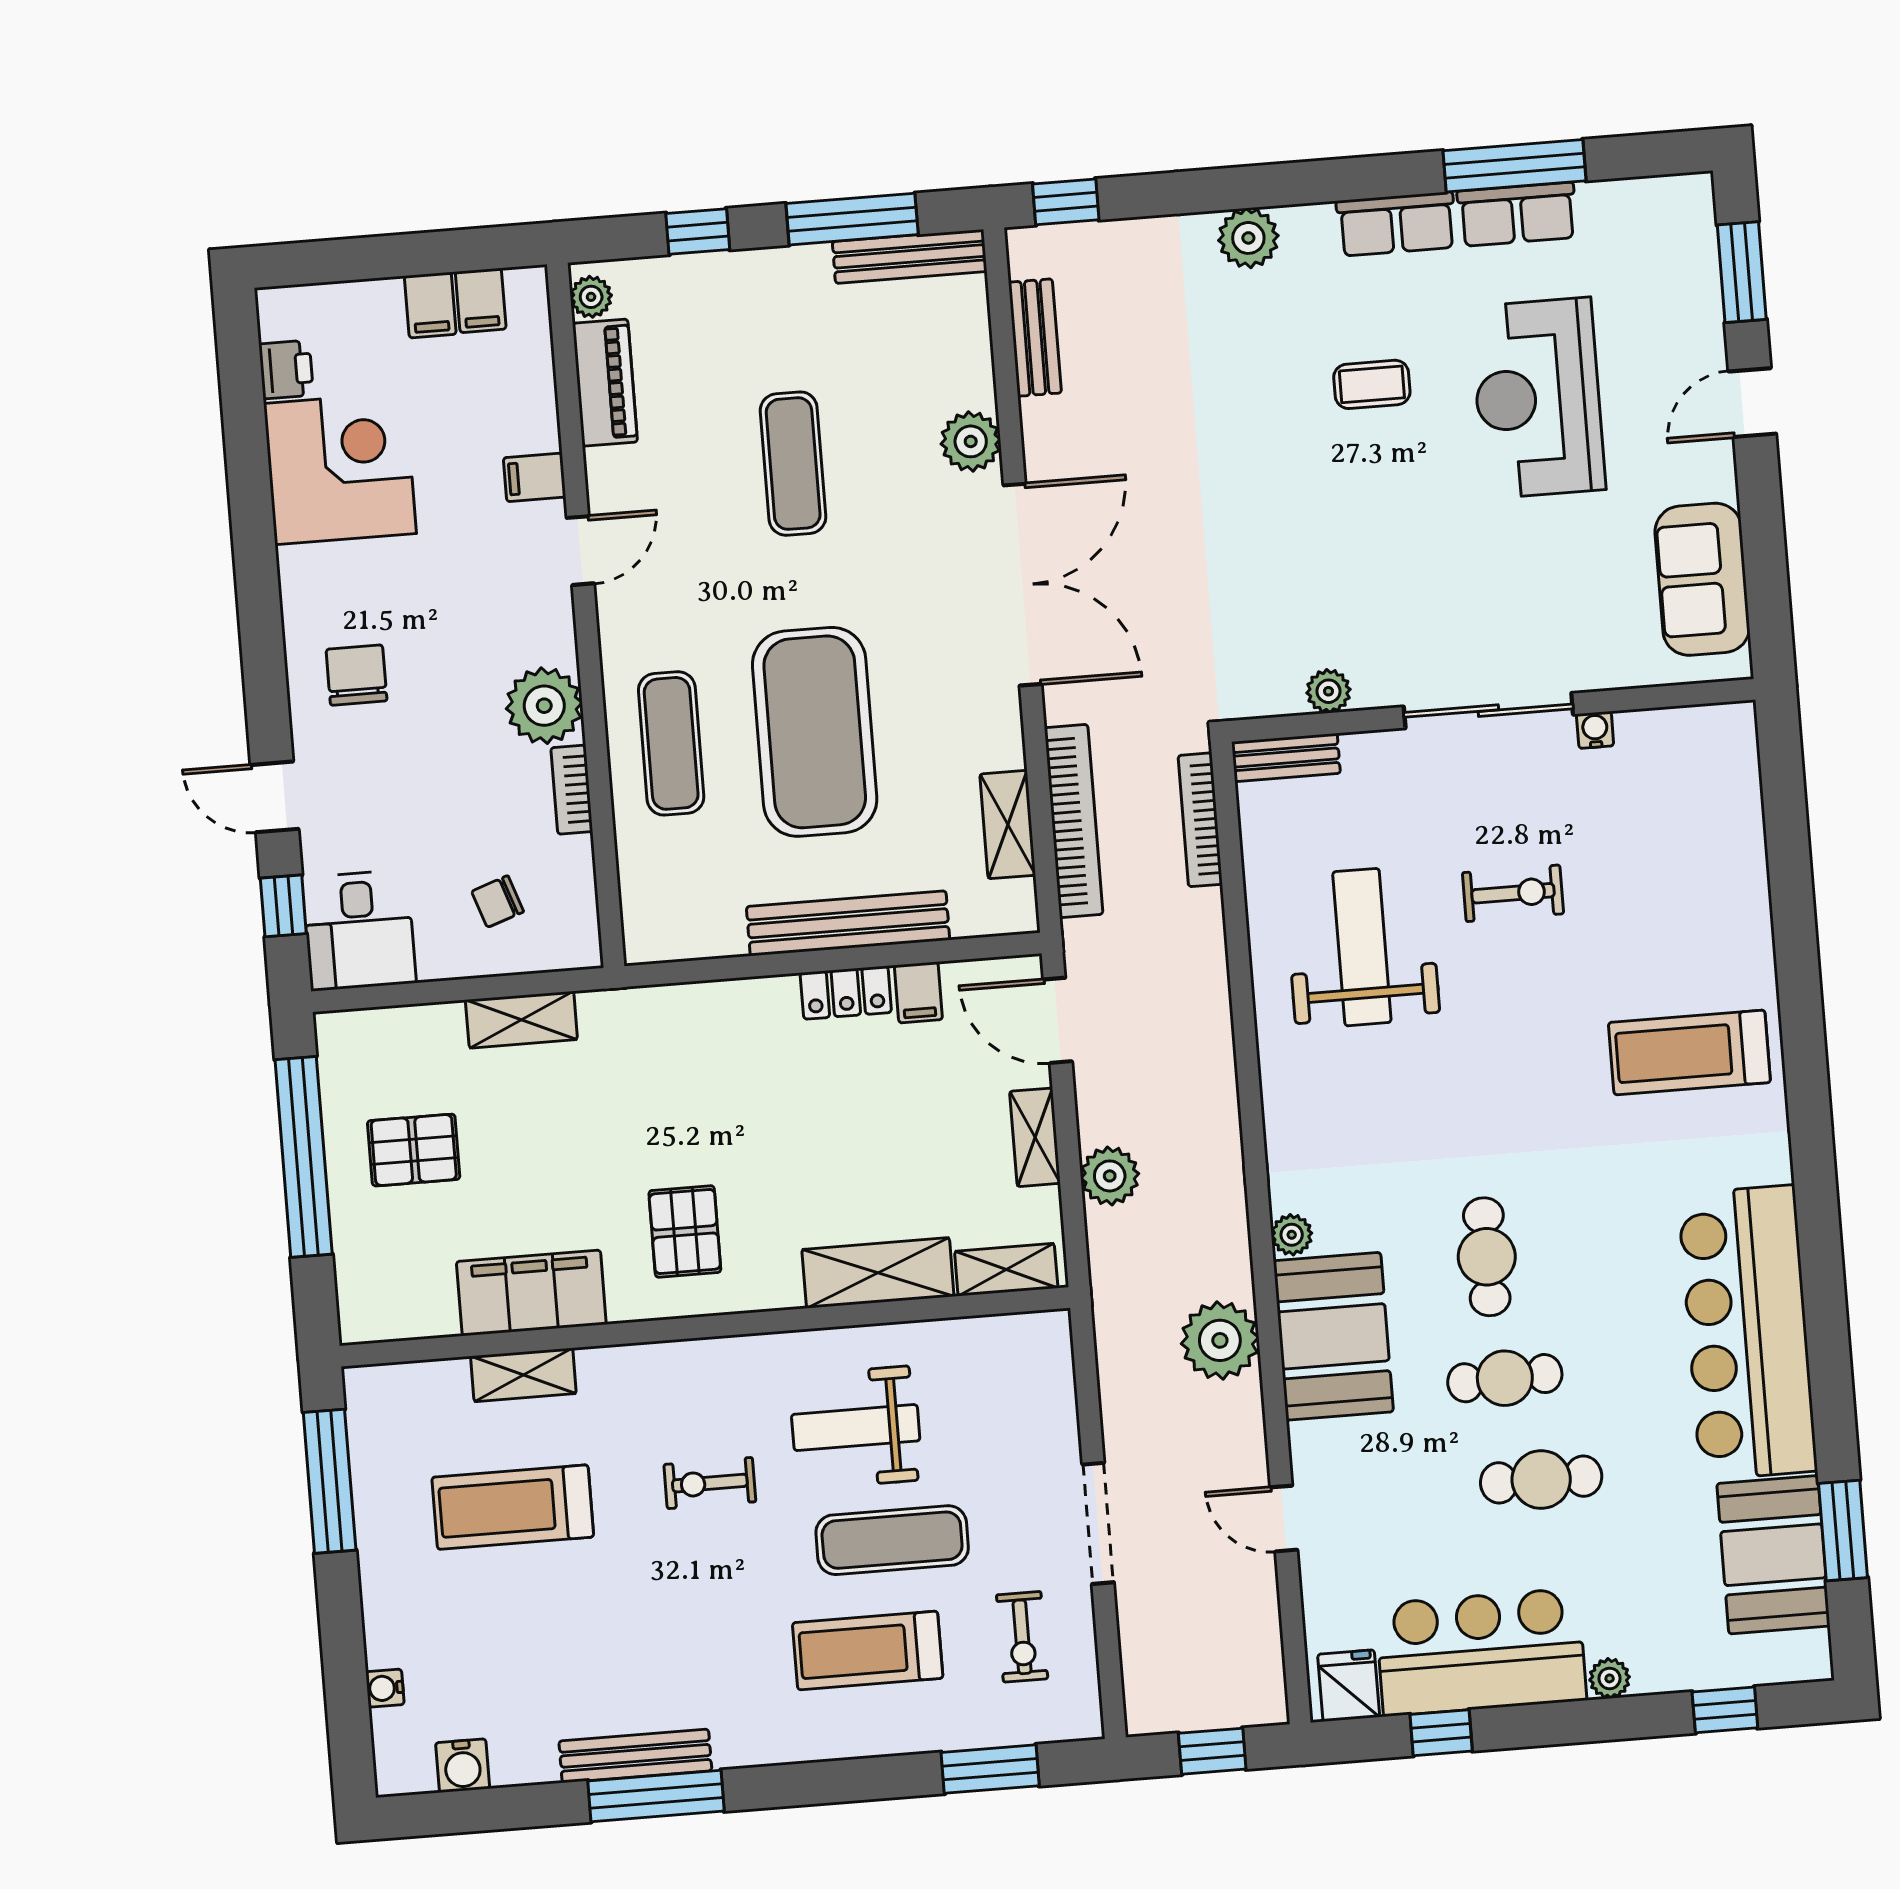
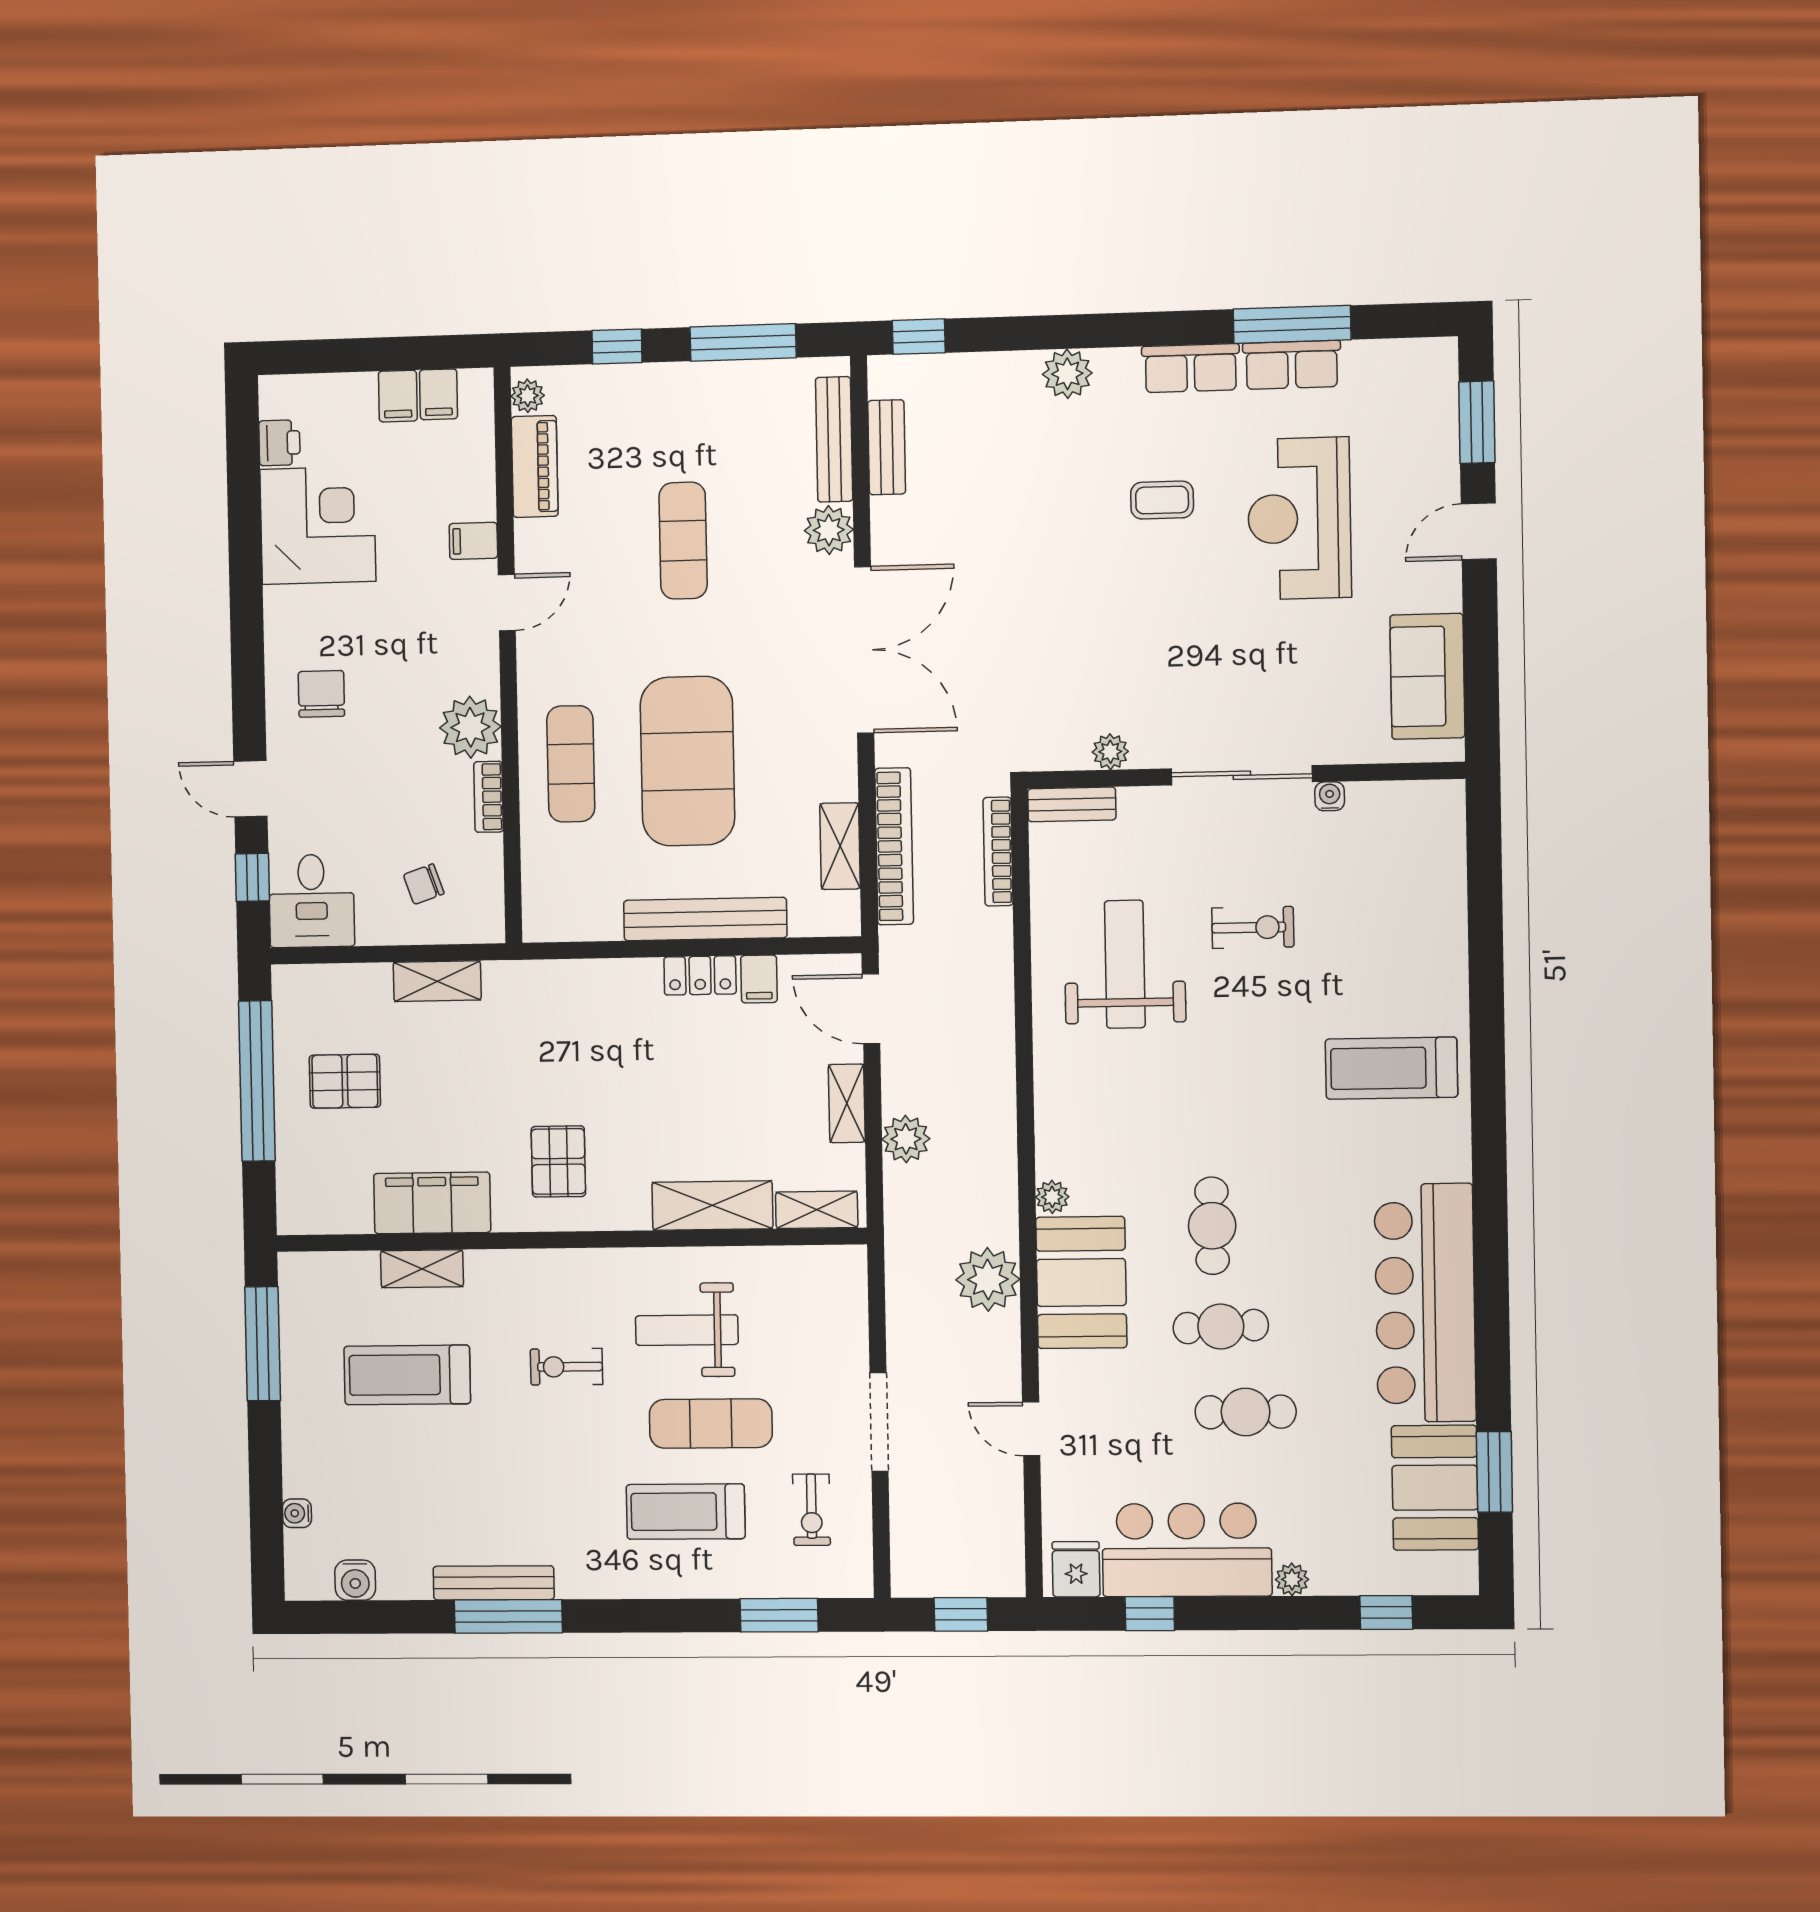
bench: (910, 256) -> (834, 439), moved, turned 90

